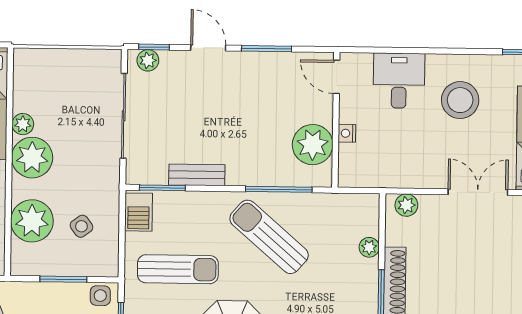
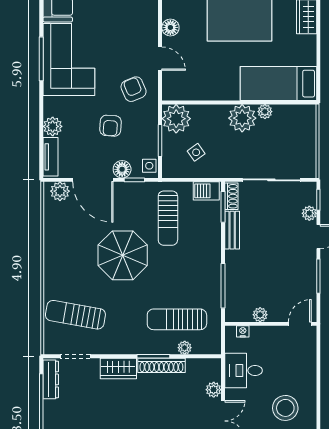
plant: (148, 60) -> (309, 213), moved
desk: (399, 81) -> (243, 371), moved, turned 180
nightstand: (347, 133) -> (243, 331), moved
plant: (313, 145) -> (260, 315), width x0.53, depth x0.53
shoe rack: (147, 175) -> (231, 196), added
plant: (406, 205) -> (214, 390), moved
plant: (32, 221) -> (176, 119), moved
sun lounger: (269, 237) -> (177, 319), moved, turned -131

